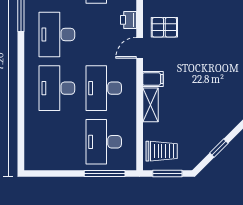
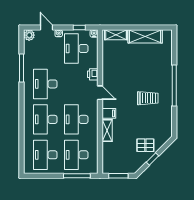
pallet: (164, 27) -> (145, 145), moved
door: (140, 48) -> (100, 93), swing flipped
desk: (57, 142) -> (45, 155), added
trolley: (162, 151) -> (148, 98), moved

